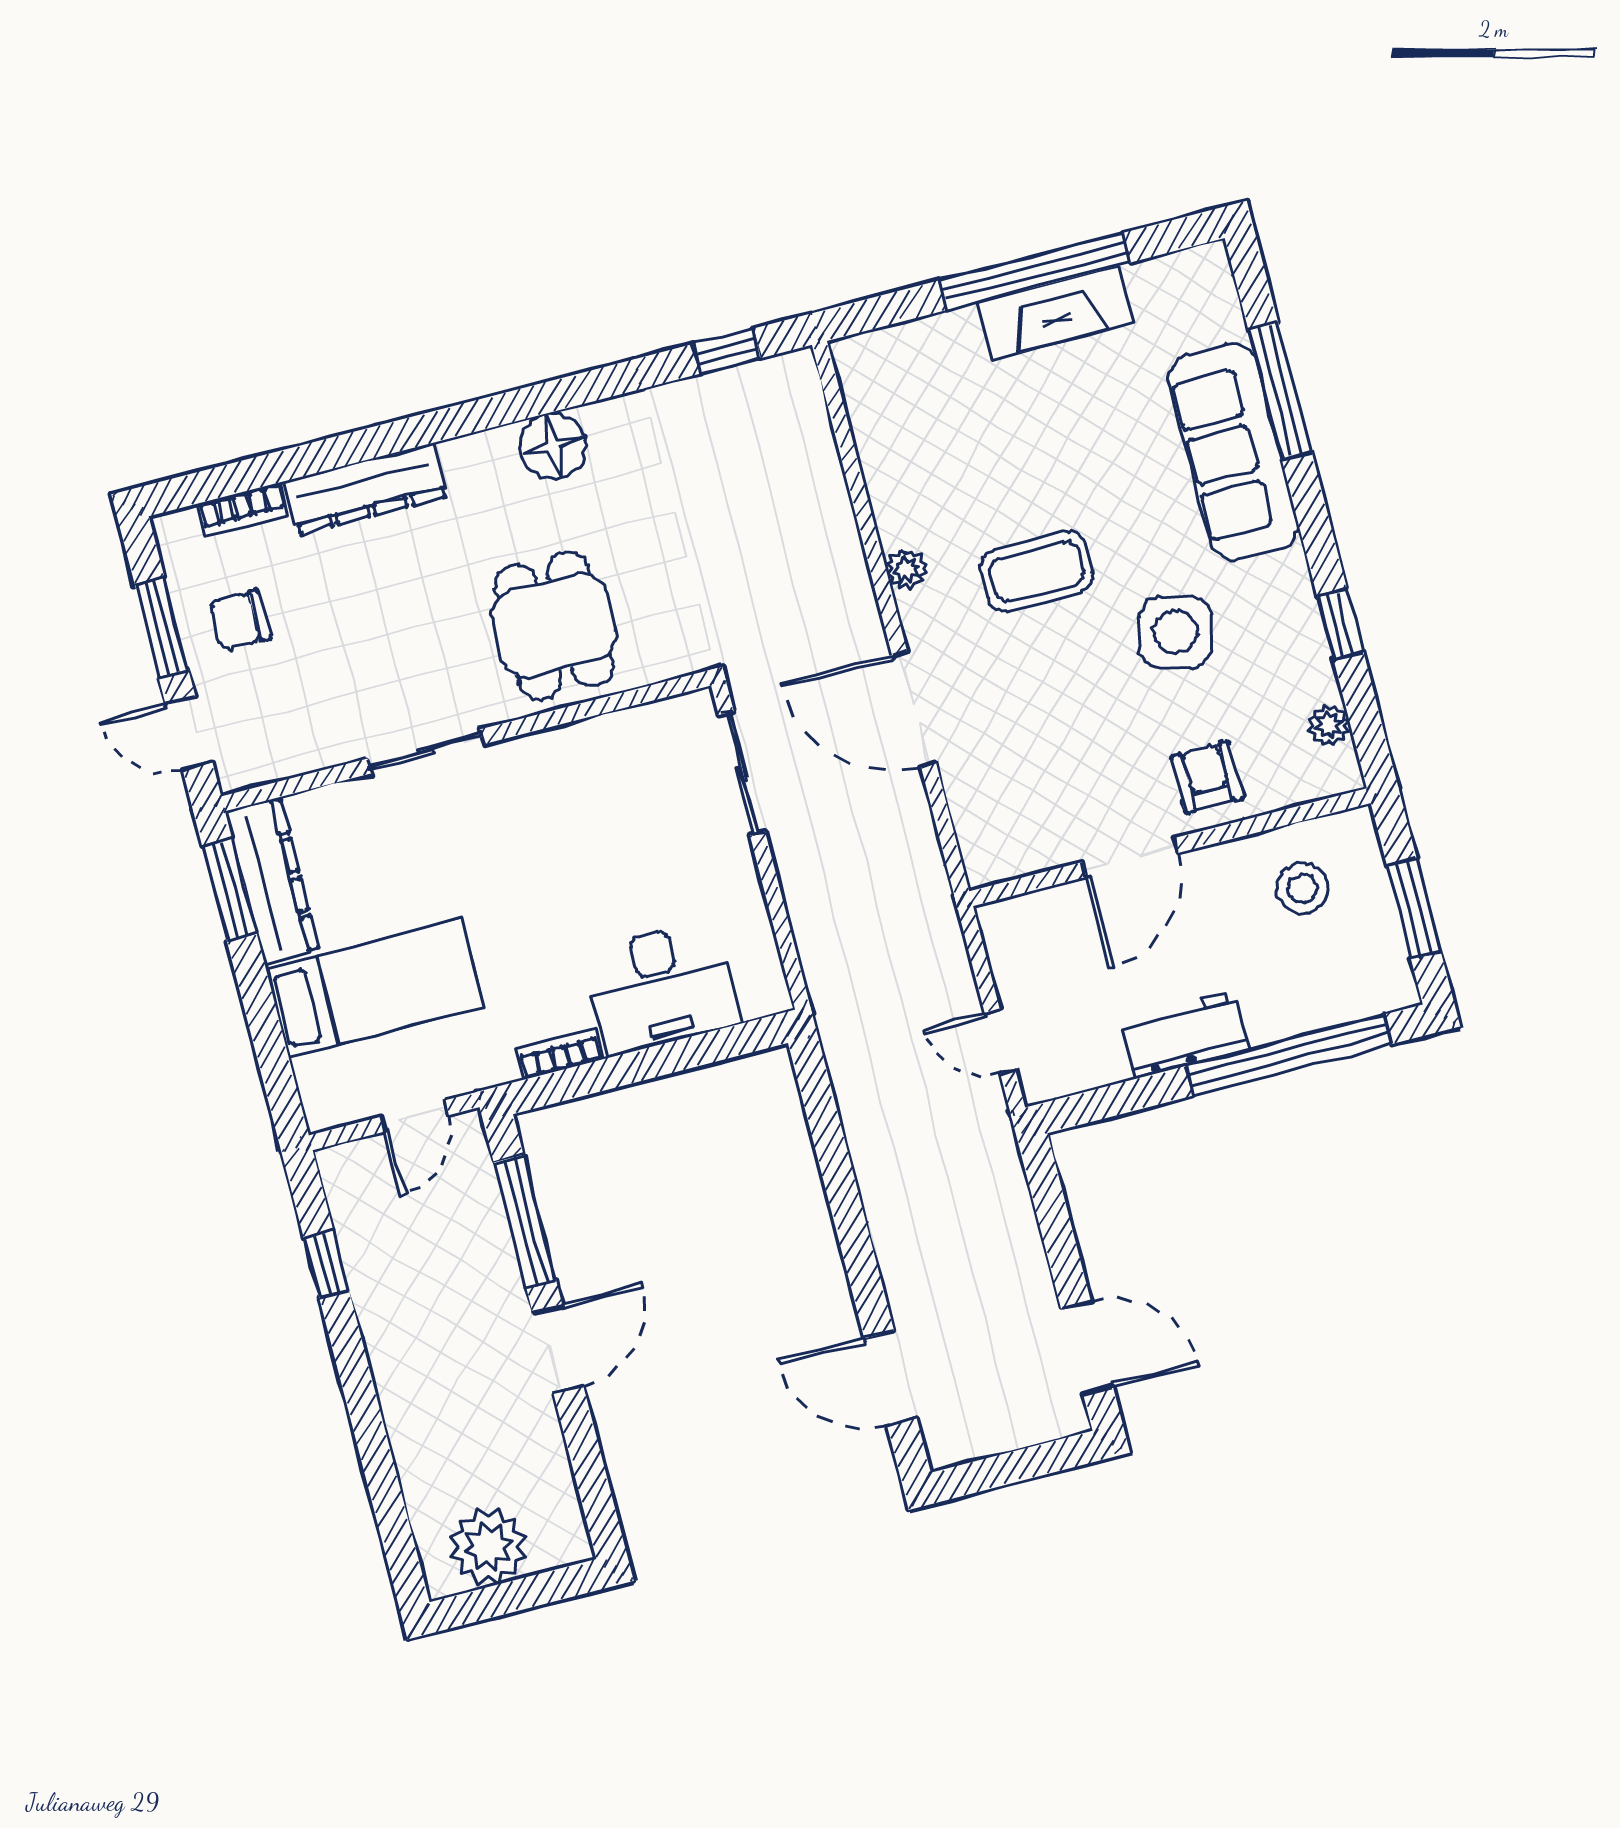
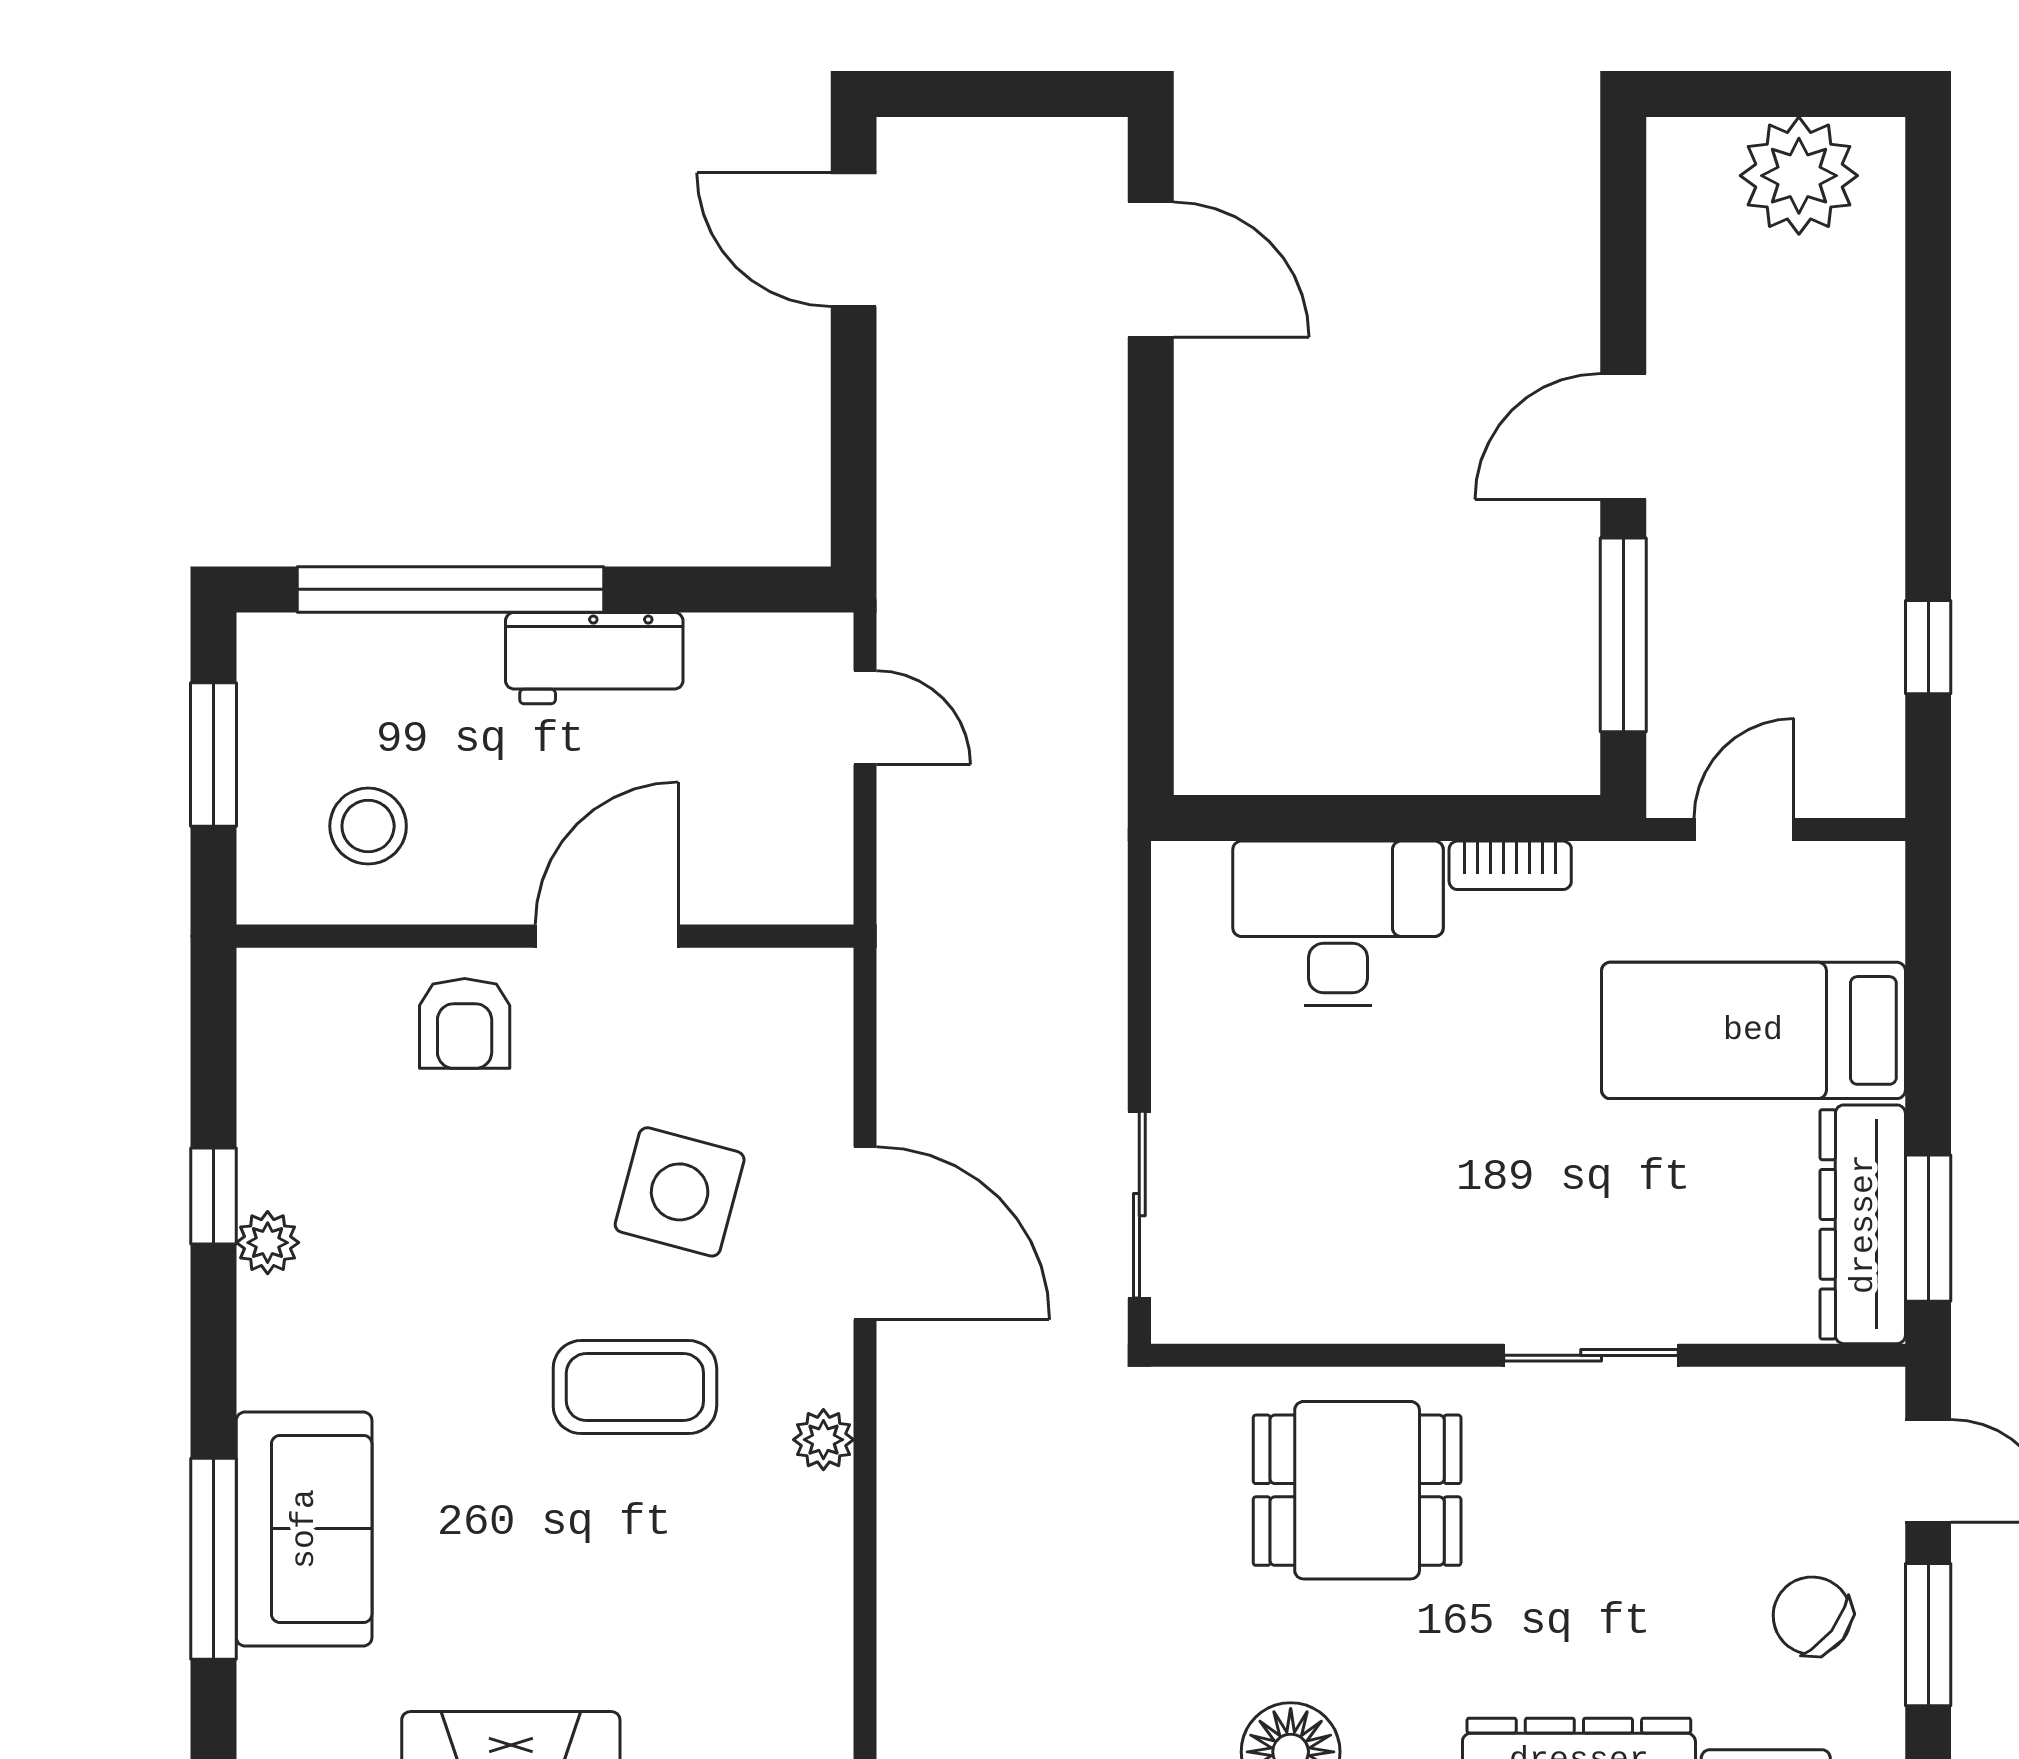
sofa: (1233, 452) -> (304, 1529), width x0.73
chair: (240, 620) -> (1812, 1616), turned -142
dining table: (554, 625) -> (1357, 1490), turned 90
side table: (1176, 632) -> (680, 1192), moved
plant: (1329, 725) -> (268, 1243), moved

